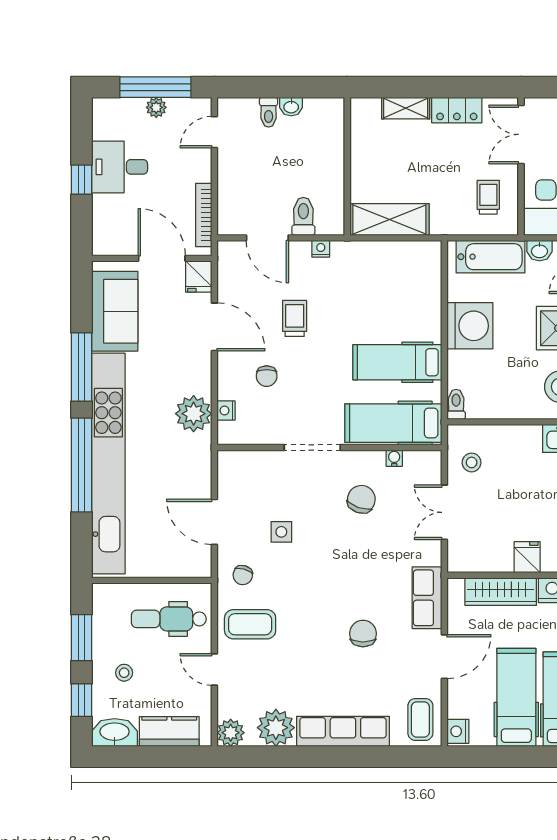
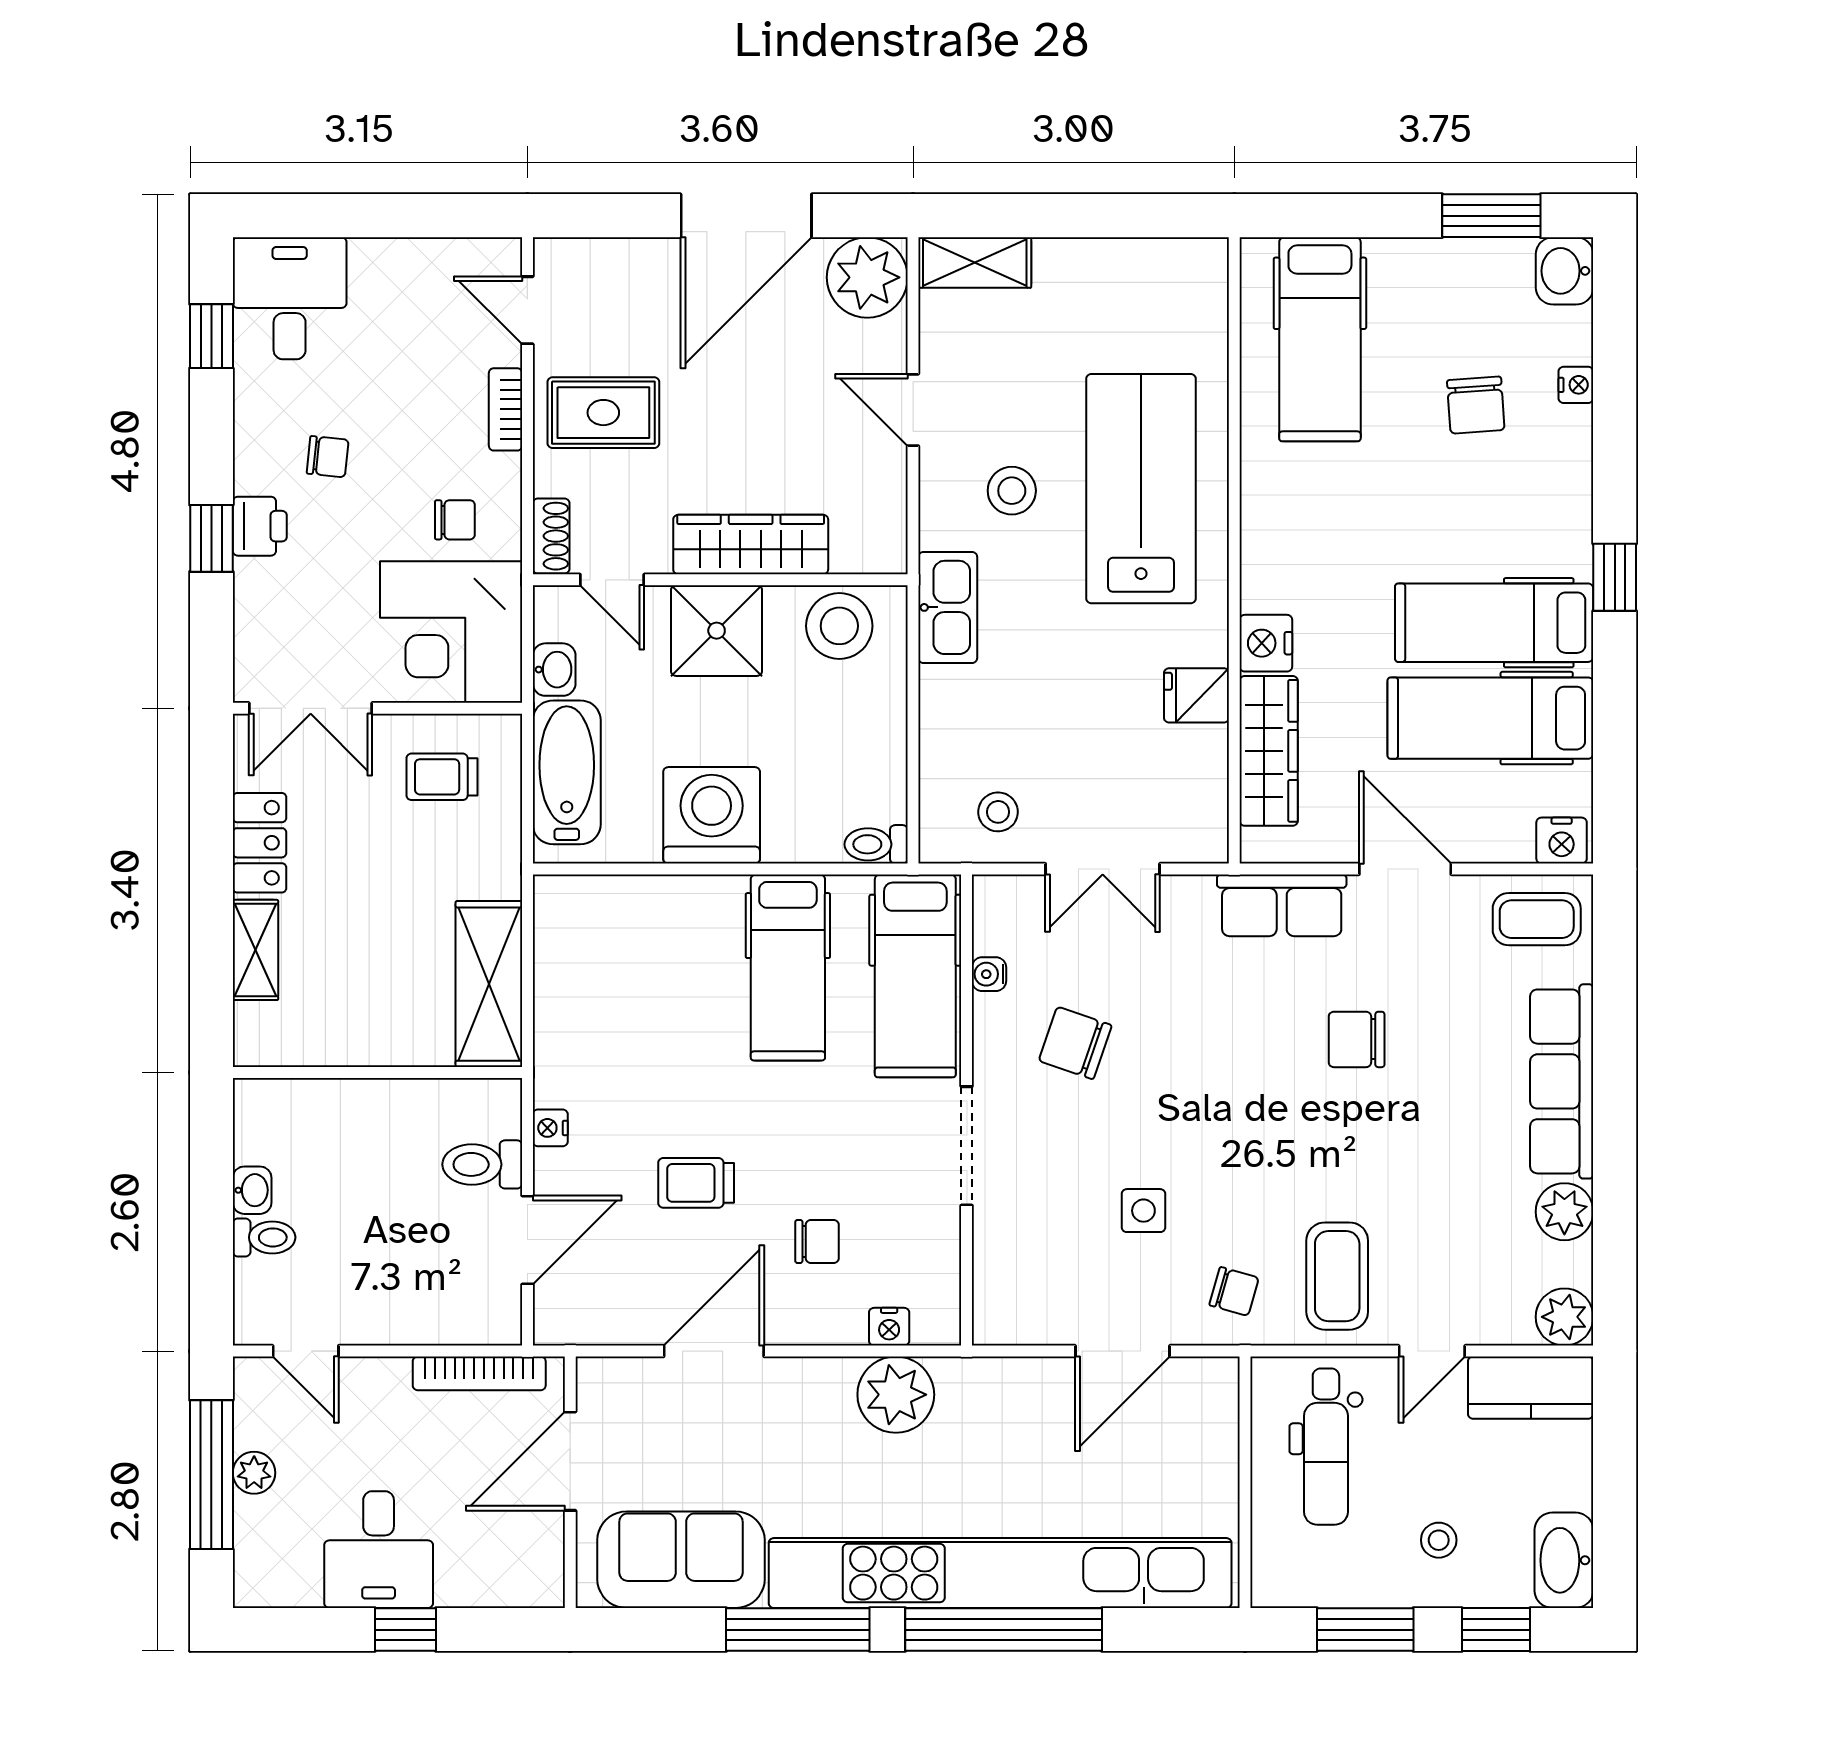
fridge: (199, 277) -> (608, 1384), removed
plant: (276, 728) -> (1564, 1212), width x0.73, depth x0.73
kitchen counter: (169, 731) -> (1531, 1388), moved, turned -90

